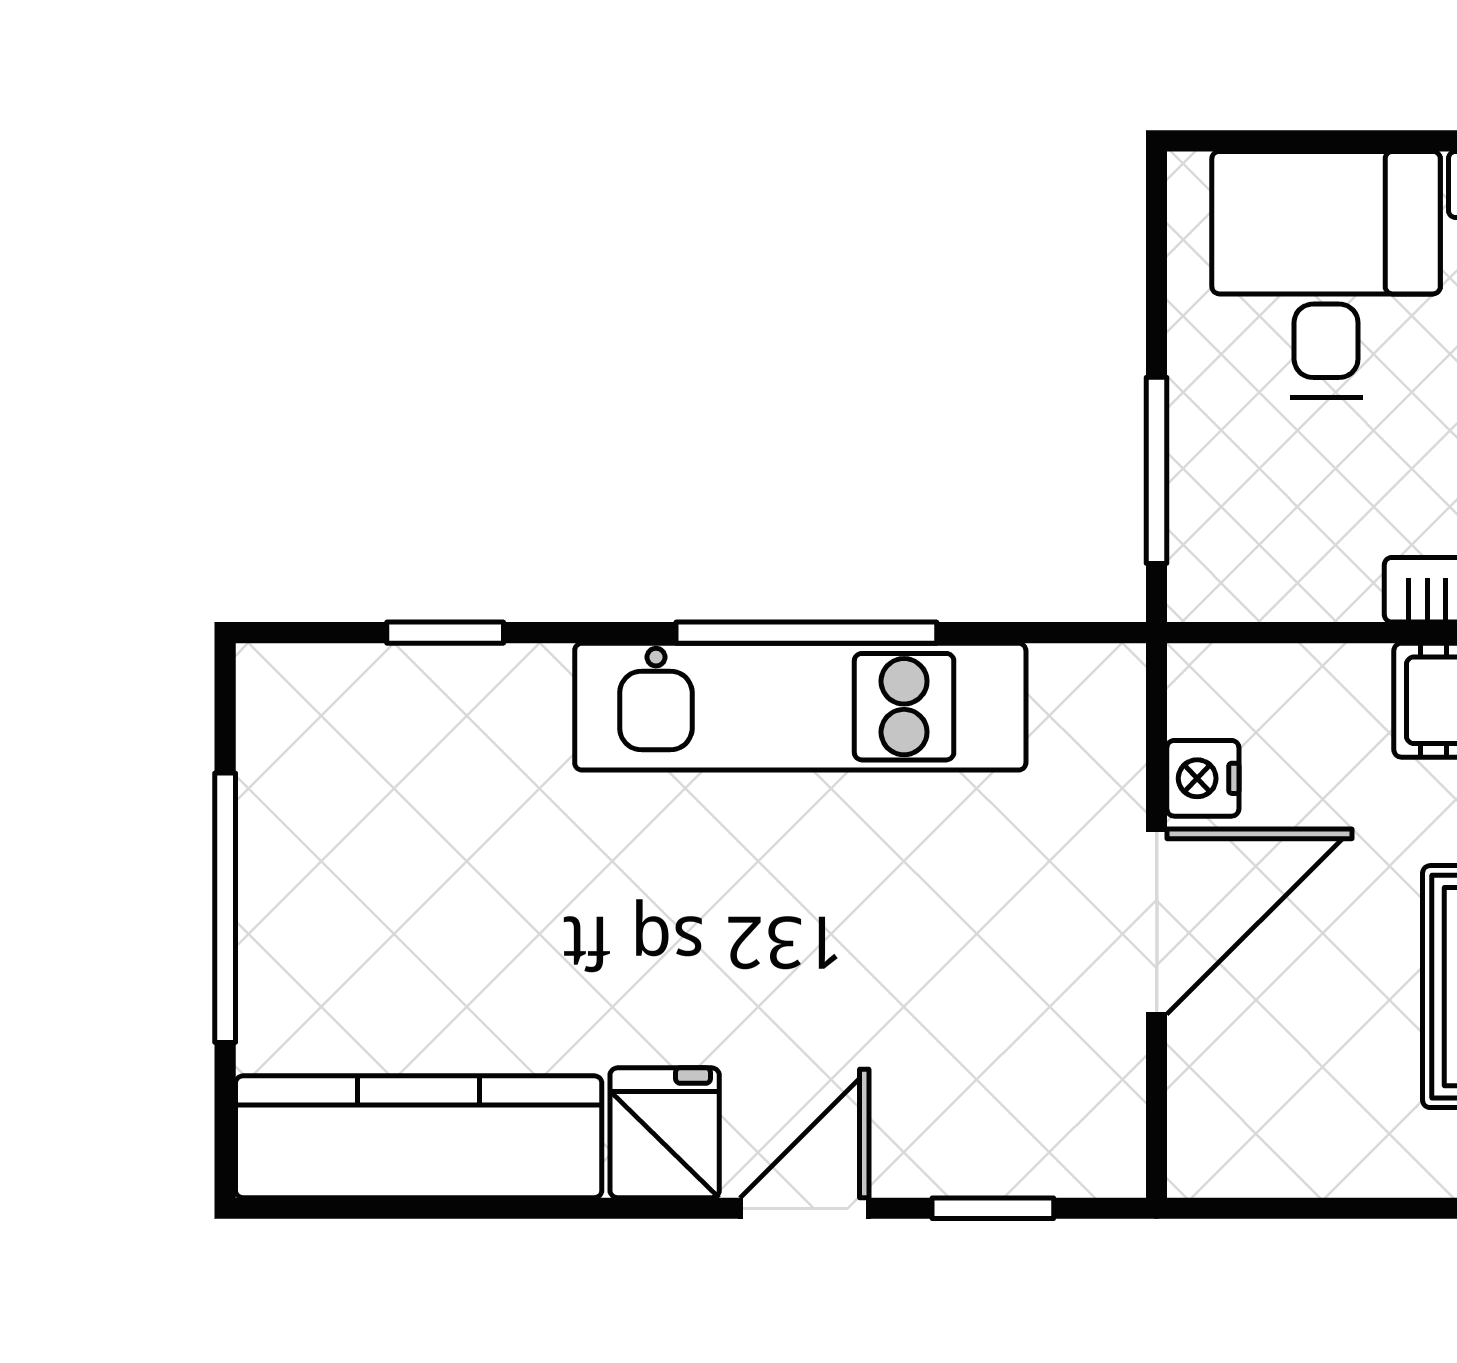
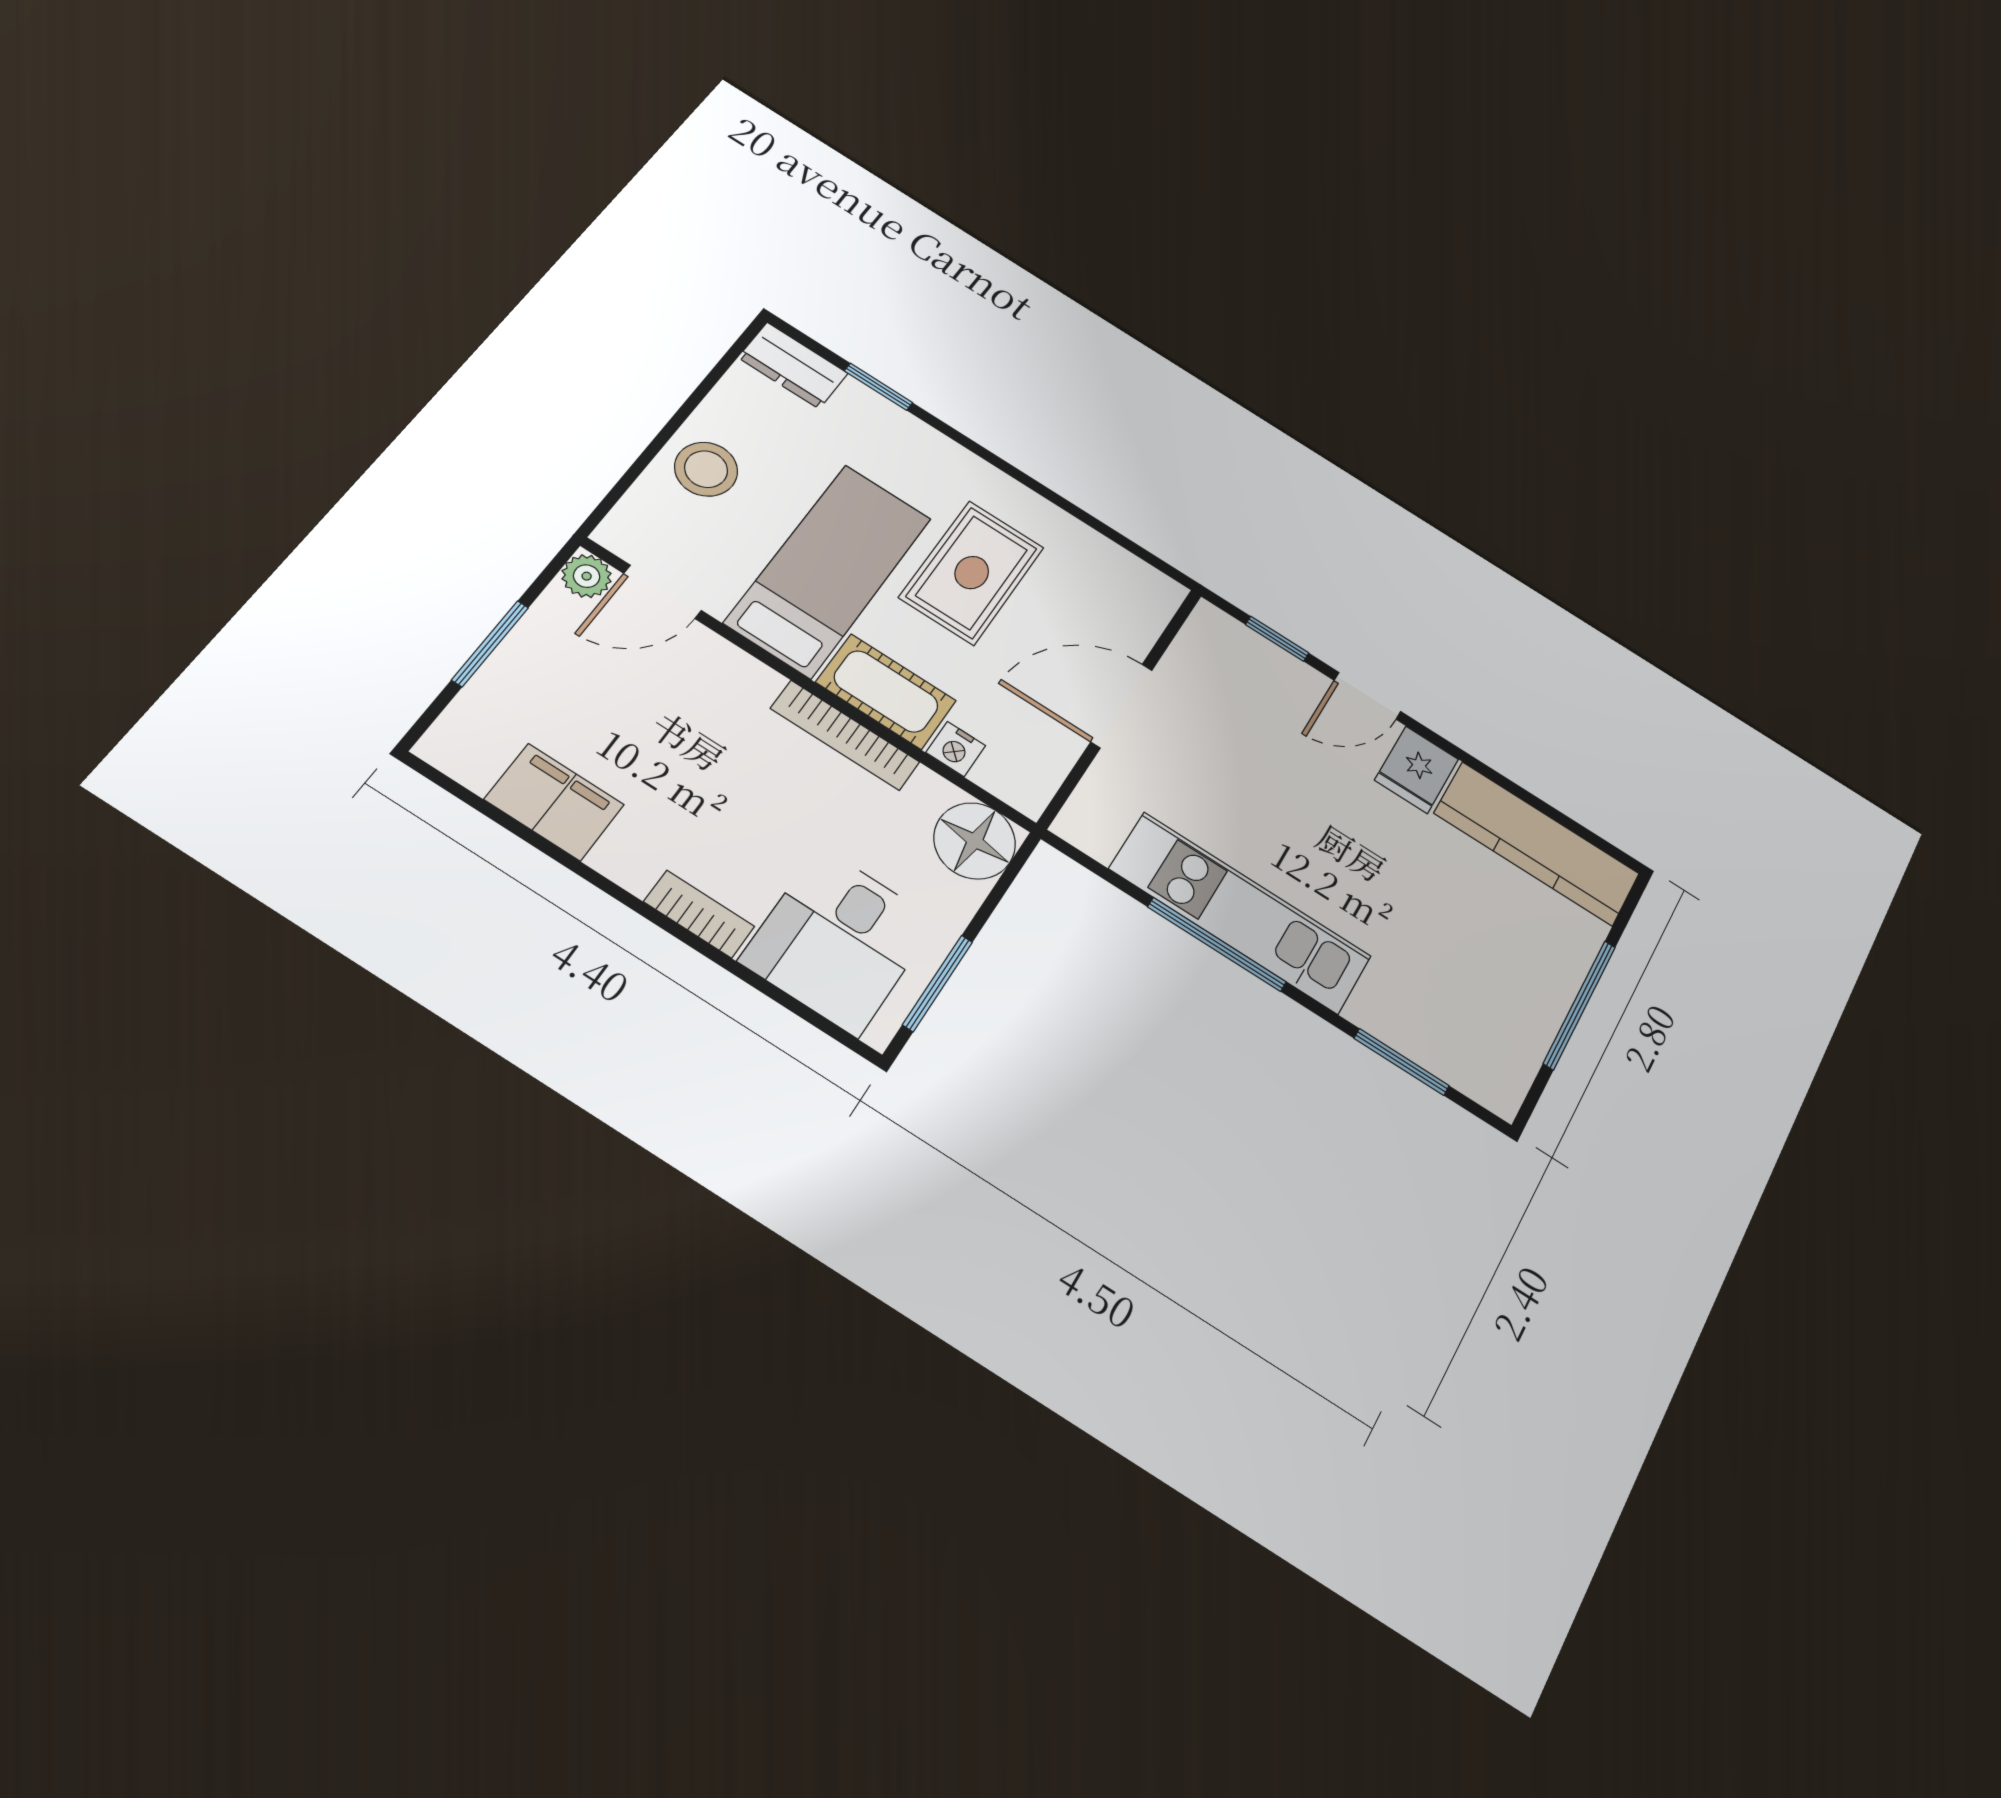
window: (1157, 470) -> (938, 983), moved
floor lamp: (1235, 554) -> (975, 841), added
window: (445, 633) -> (1401, 1062), width x1.50
nightstand: (1203, 778) -> (956, 749), moved, turned 90

